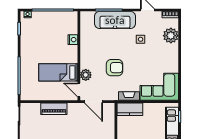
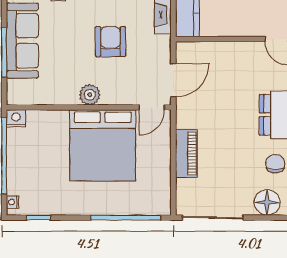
nightstand: (73, 40) -> (16, 118), moved
bed: (58, 72) -> (103, 145), width x2.04
plant: (86, 75) -> (90, 95), moved

